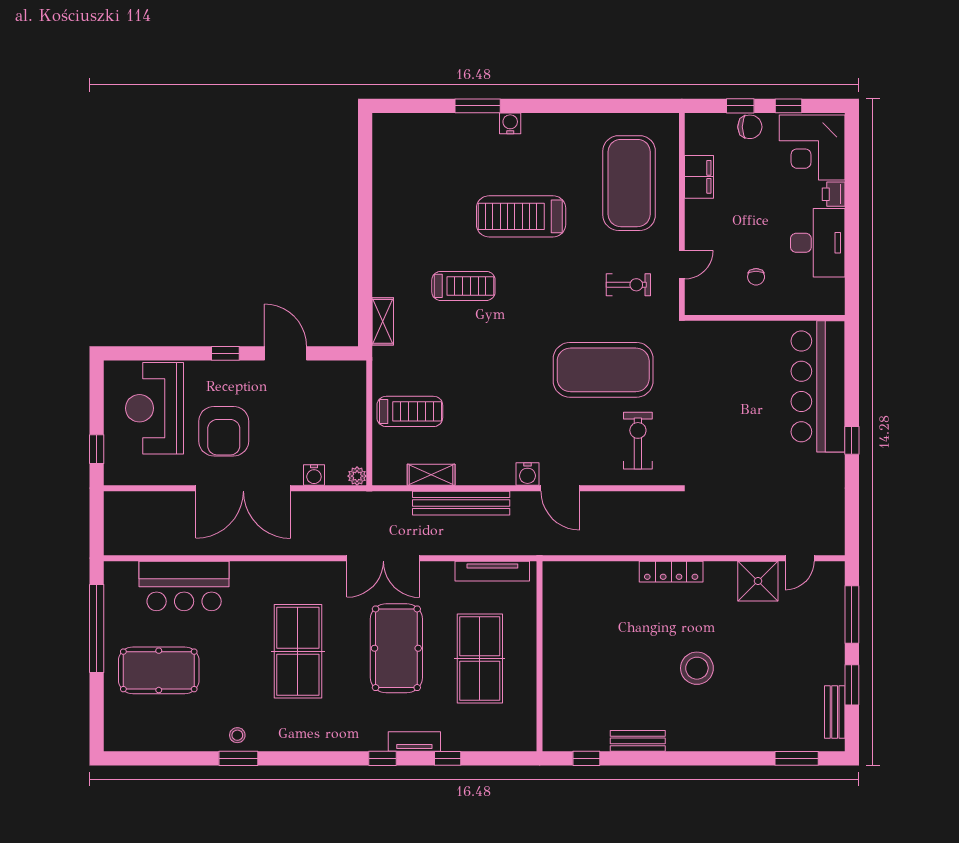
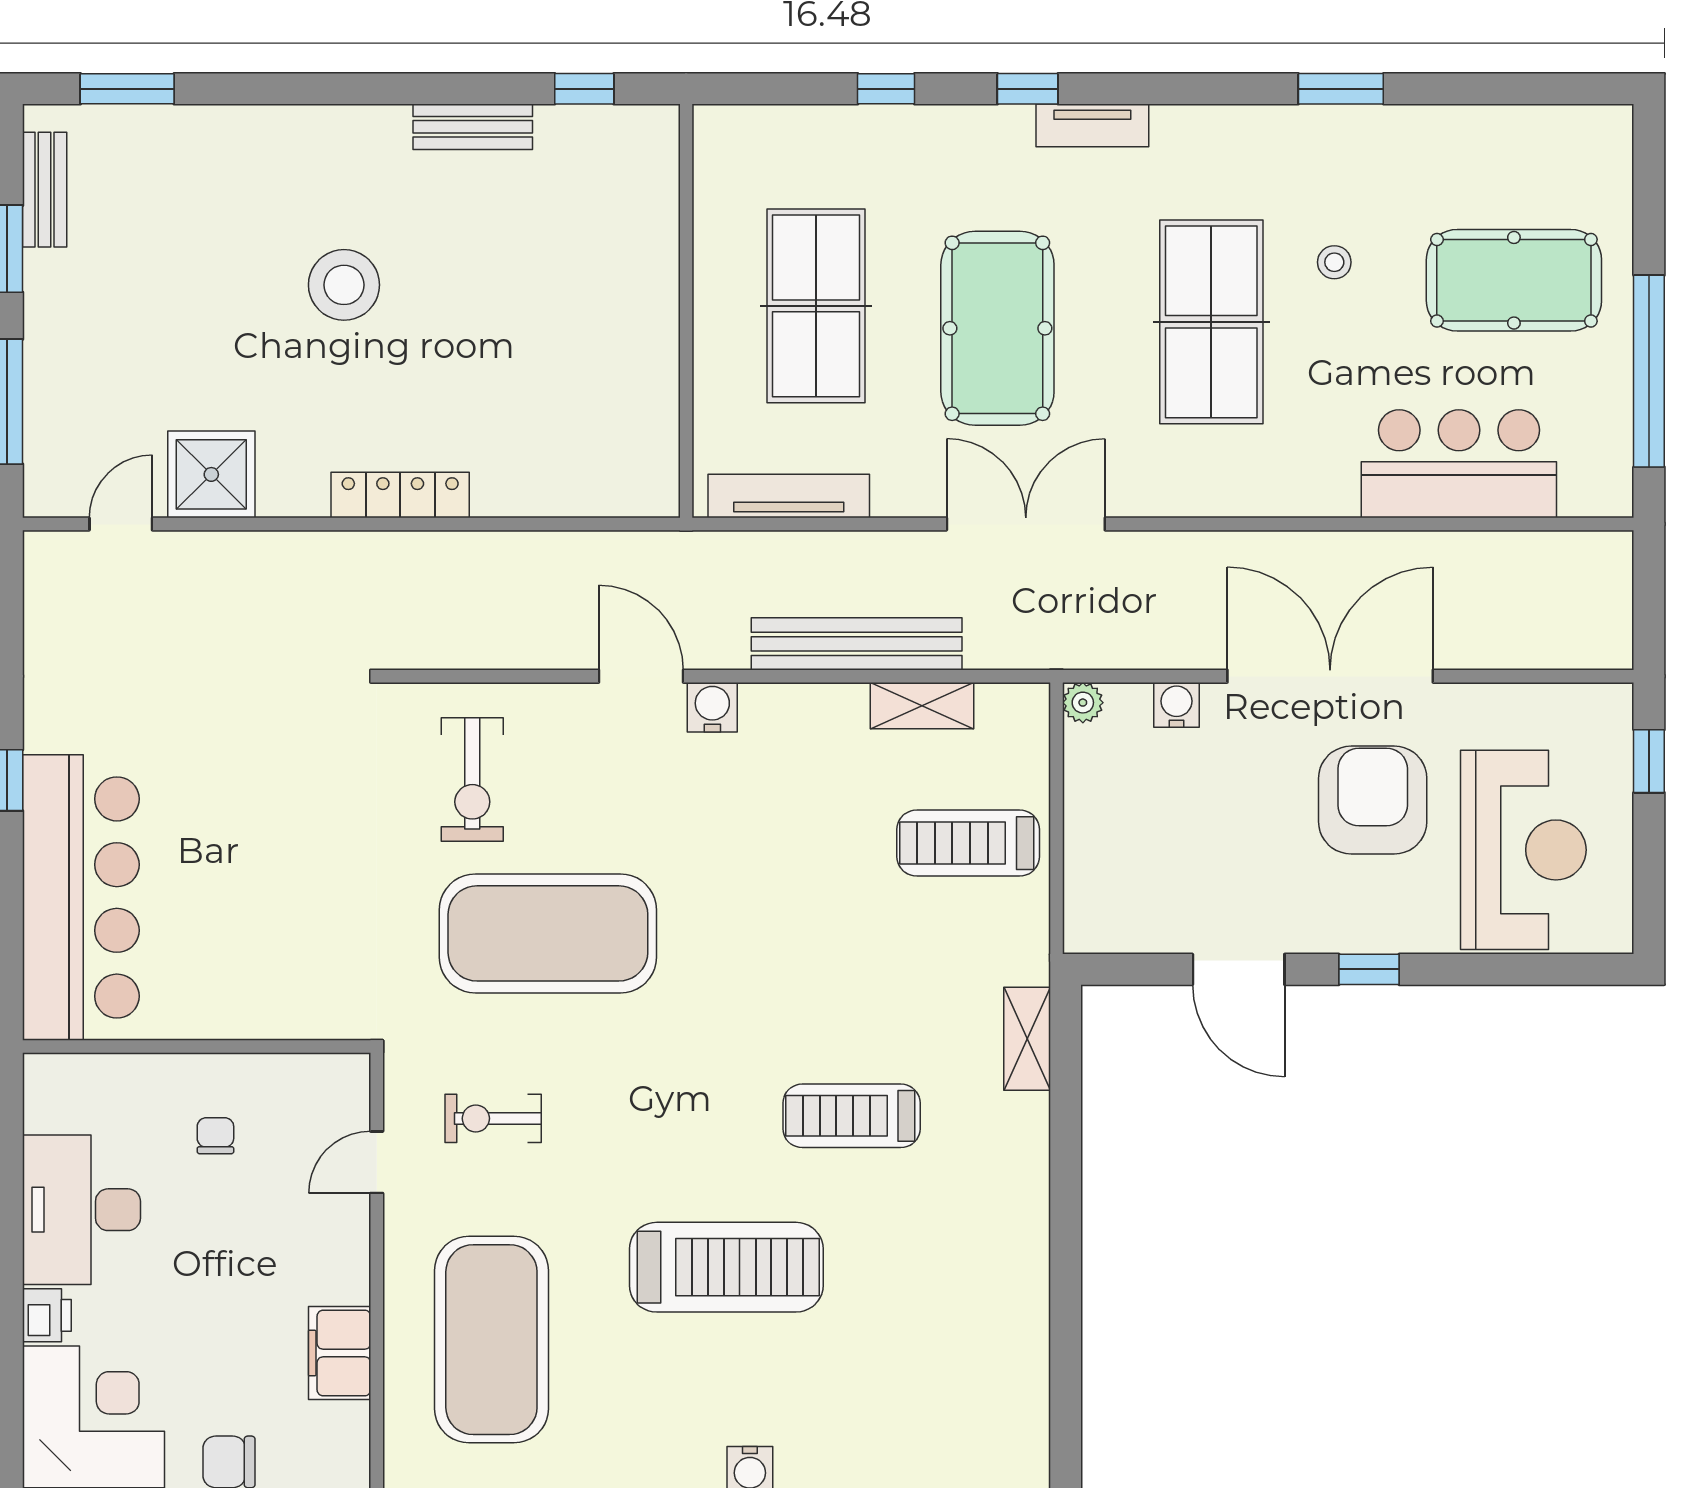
stool: (237, 735) -> (1334, 262), moved
tv unit: (414, 742) -> (1092, 125), moved

